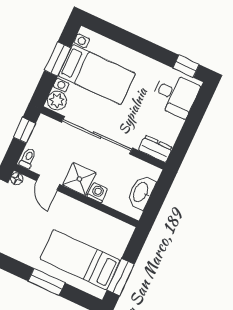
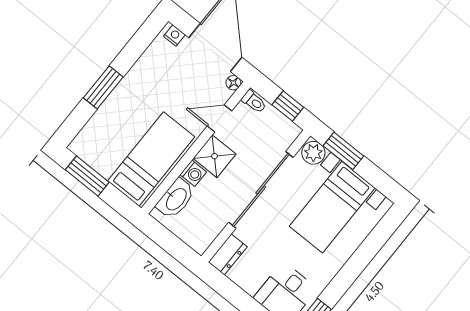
window: (58, 59) -> (343, 151), moved
washbasin: (141, 192) -> (176, 199), moved, turned 90
bed: (80, 260) -> (151, 159), moved

